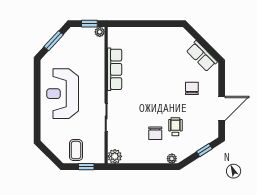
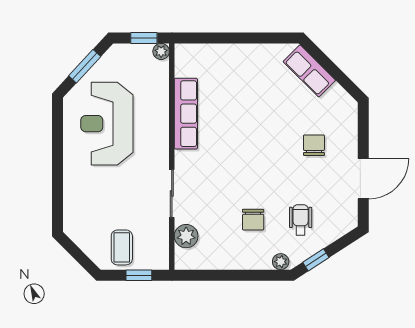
row of seats: (202, 56) -> (309, 71), moved
reception desk: (63, 94) -> (107, 124), moved
wheelchair: (175, 127) -> (301, 220), moved
window: (204, 150) -> (316, 260), moved
plant: (115, 156) -> (186, 236), moved

